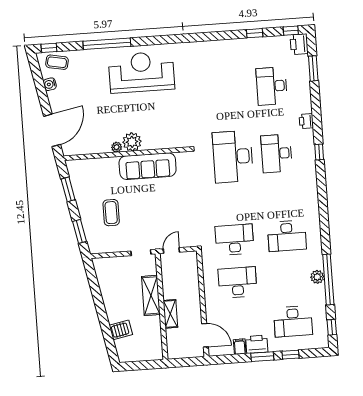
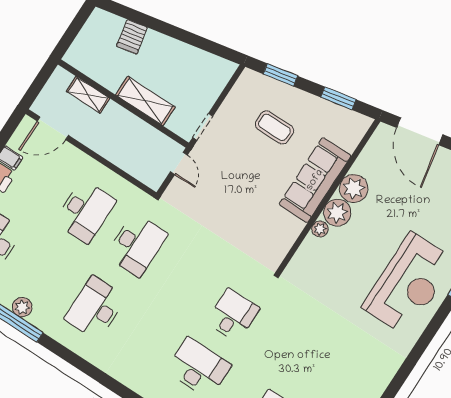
plant: (148, 145) -> (320, 229), added
plant: (117, 147) -> (354, 188), width x1.88, depth x1.88
desk: (233, 157) -> (233, 315), width x0.53, depth x0.77
sofa: (148, 166) -> (315, 180), moved
shelving: (170, 314) -> (88, 95), moved

